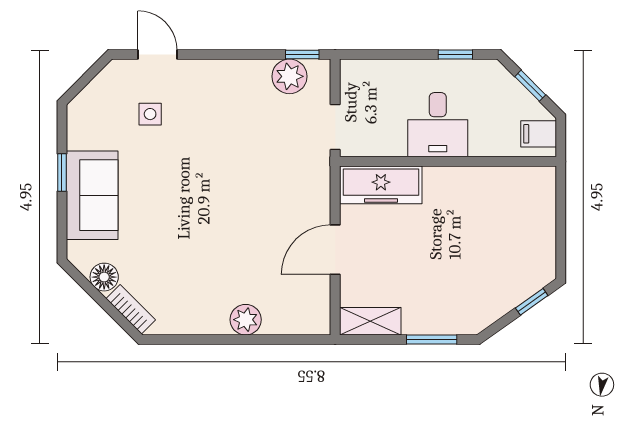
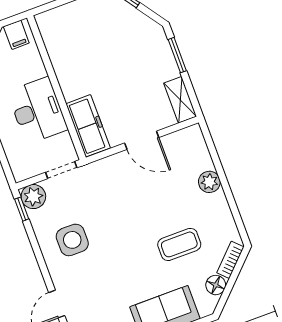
plant: (289, 76) -> (33, 197), moved
side table: (150, 114) -> (72, 240), moved, width x1.87, depth x1.87
desk: (438, 125) -> (38, 110), width x1.37
coffee table: (177, 248) -> (179, 244), added

